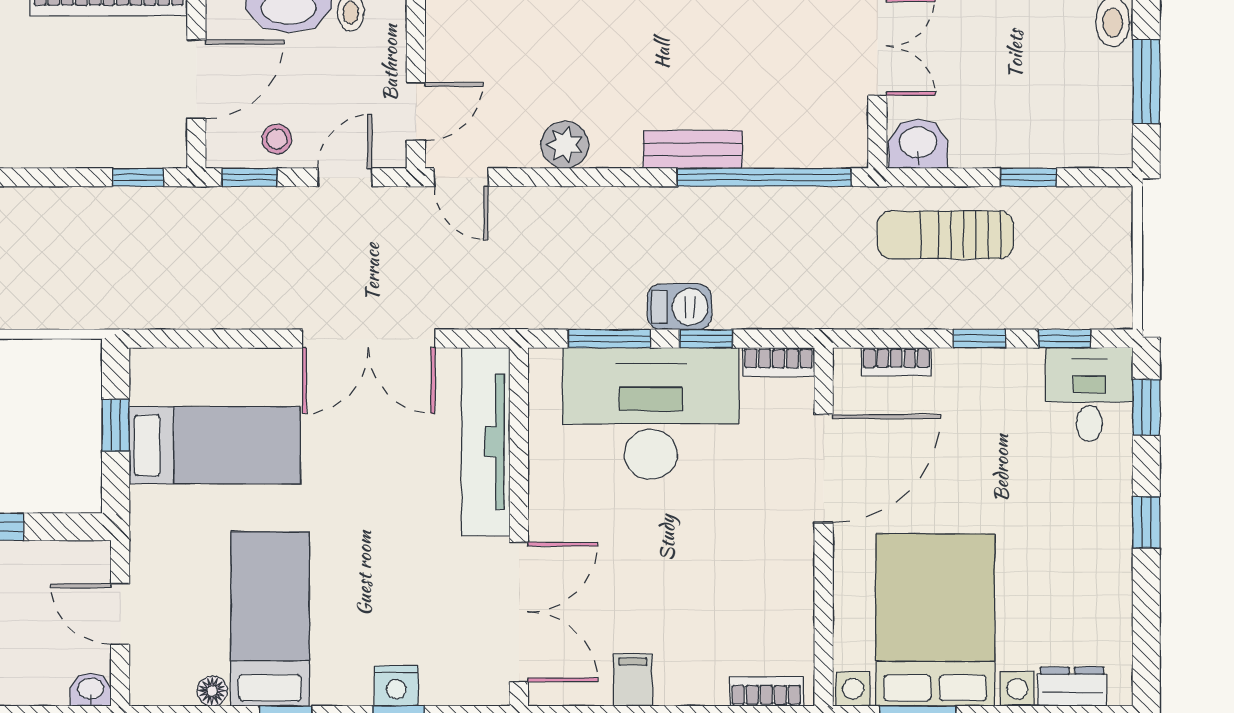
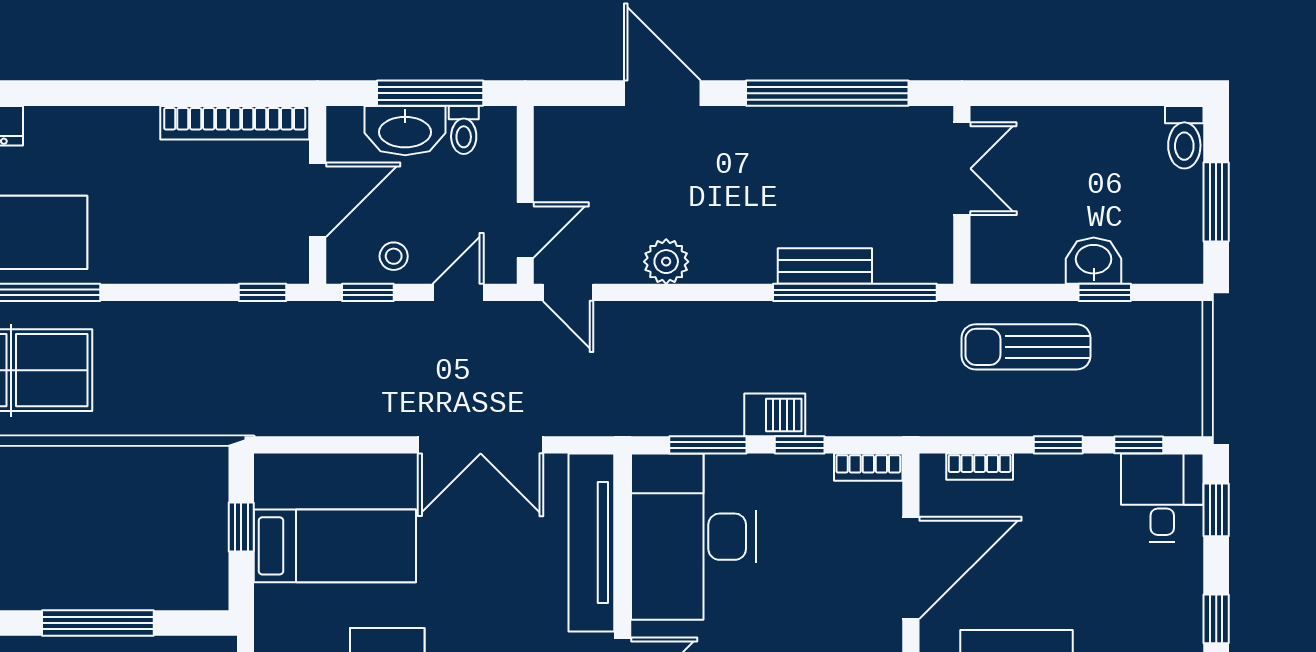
washbasin: (918, 144) -> (1094, 261), moved
bench: (693, 149) -> (825, 266), moved
desk: (651, 413) -> (694, 537), moved, turned -90

